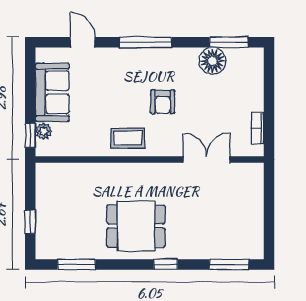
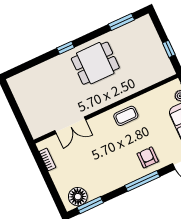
floor lamp: (212, 61) -> (78, 197), moved
armchair: (163, 102) -> (148, 157), moved
window: (30, 222) -> (169, 49), moved
window: (229, 264) -> (26, 66), removed

